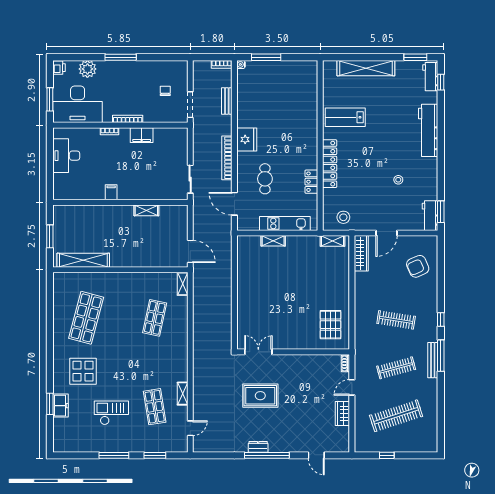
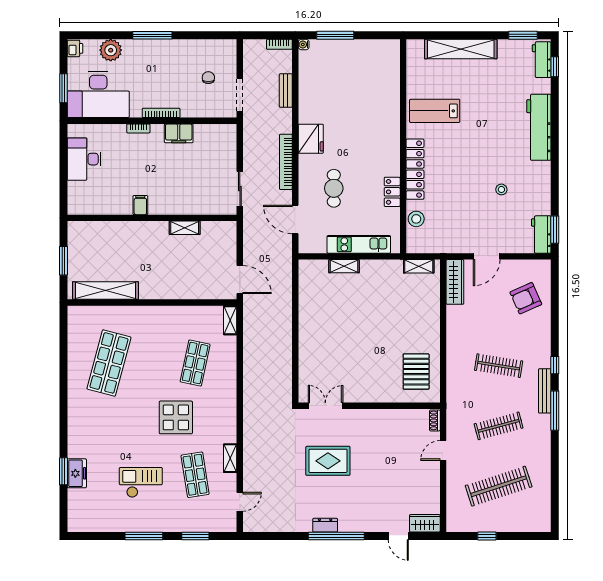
stool: (343, 217) -> (416, 219), moved
bench: (433, 360) -> (545, 391), moved
display table: (83, 371) -> (176, 417), moved
wardrobe: (342, 413) -> (425, 523), moved, turned 90

